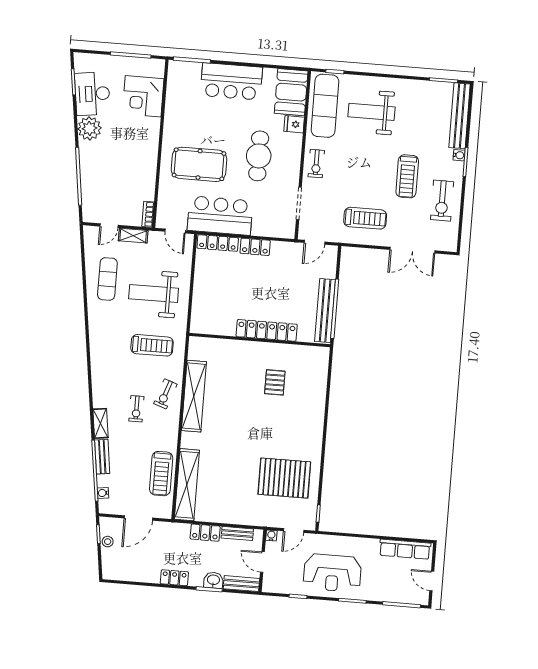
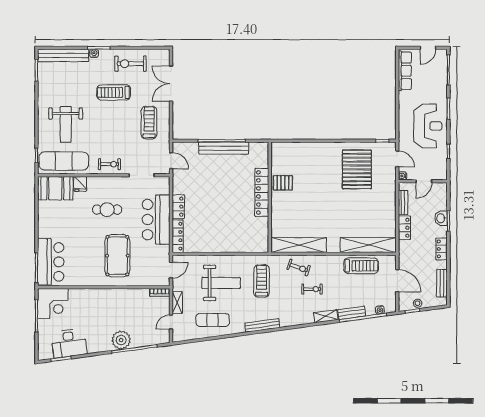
bar counter: (231, 81) -> (51, 262), moved
corner desk: (143, 96) -> (53, 304), moved
plant: (89, 128) -> (121, 340), moved
cafe table: (259, 156) -> (107, 210), width x0.73, depth x0.74
treadmill: (407, 176) -> (114, 92), turned 180
exercise bike: (442, 201) -> (130, 64), turned 180
bar counter: (220, 216) -> (156, 219), moved
door: (109, 226) -> (171, 322), swing flipped
double door: (412, 250) -> (171, 84), swing flipped
weight bench: (154, 293) -> (221, 283), turned -90
locker: (267, 330) -> (262, 192), moved
wall: (260, 340) -> (270, 197), moved
bench: (95, 342) -> (262, 325), added
bench: (241, 584) -> (442, 283), moved

